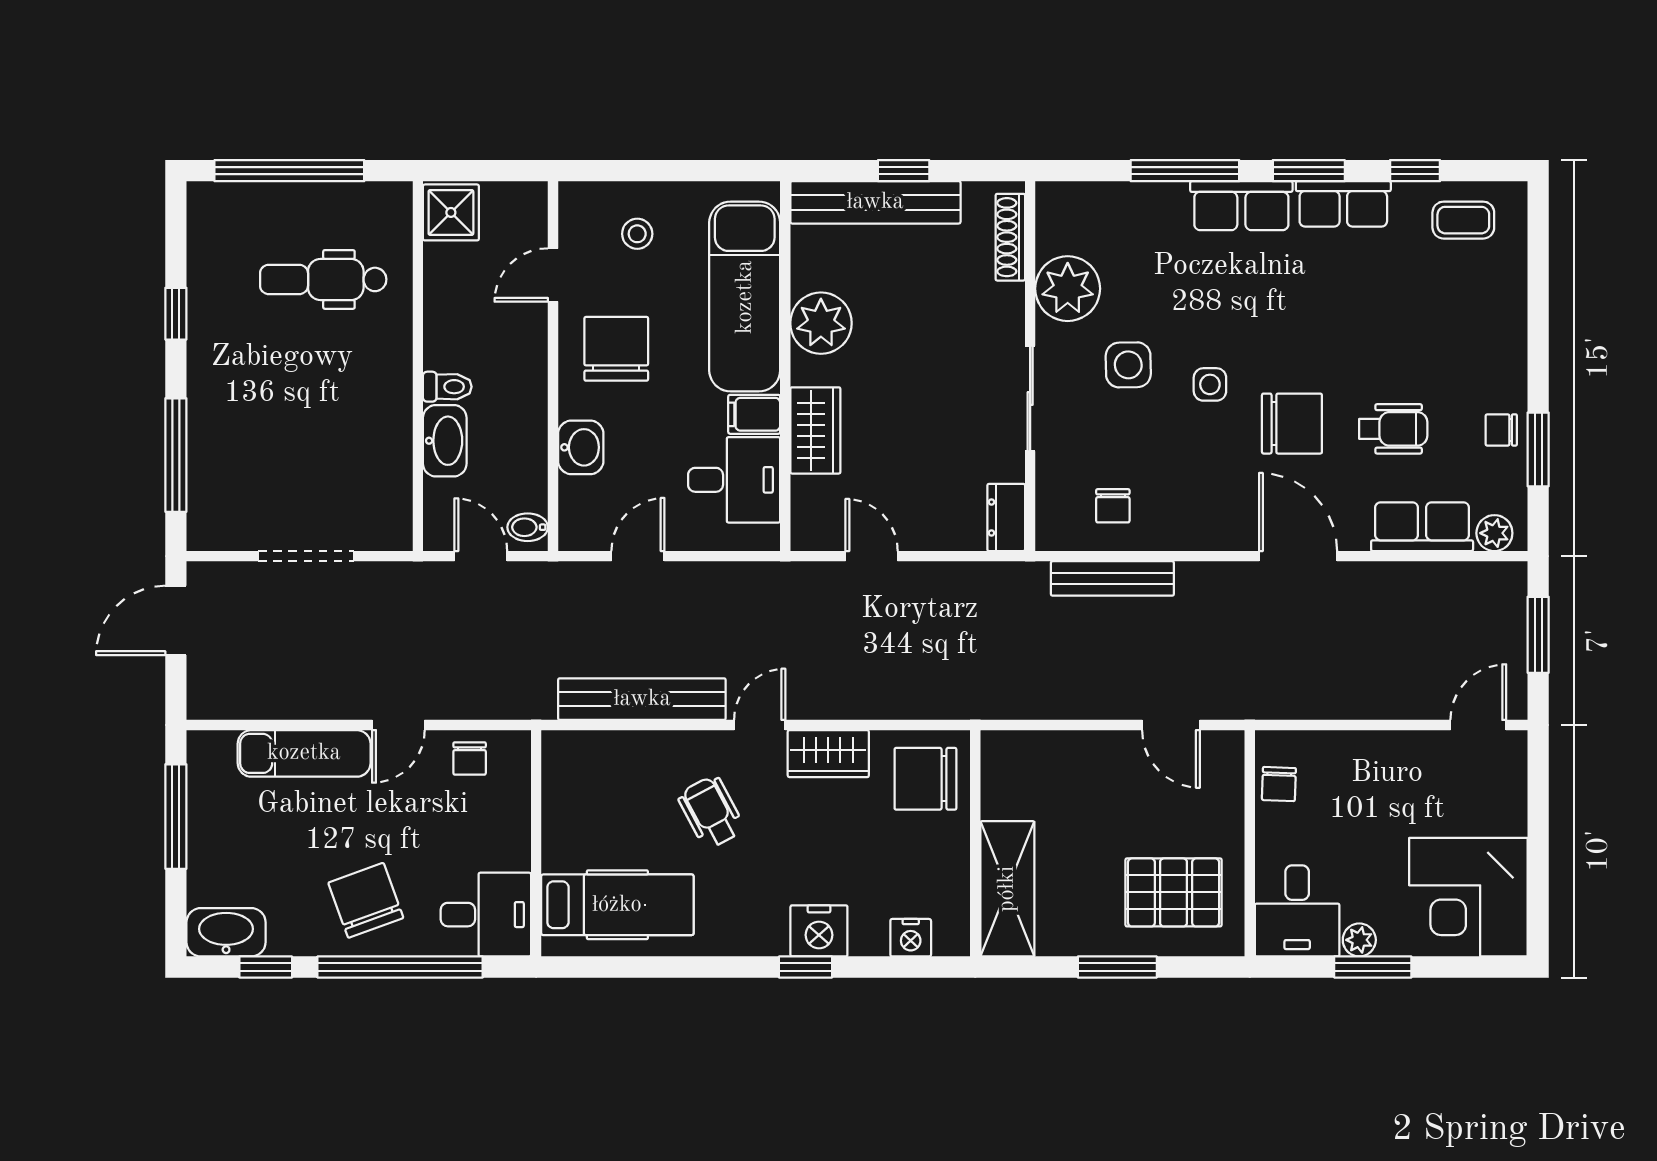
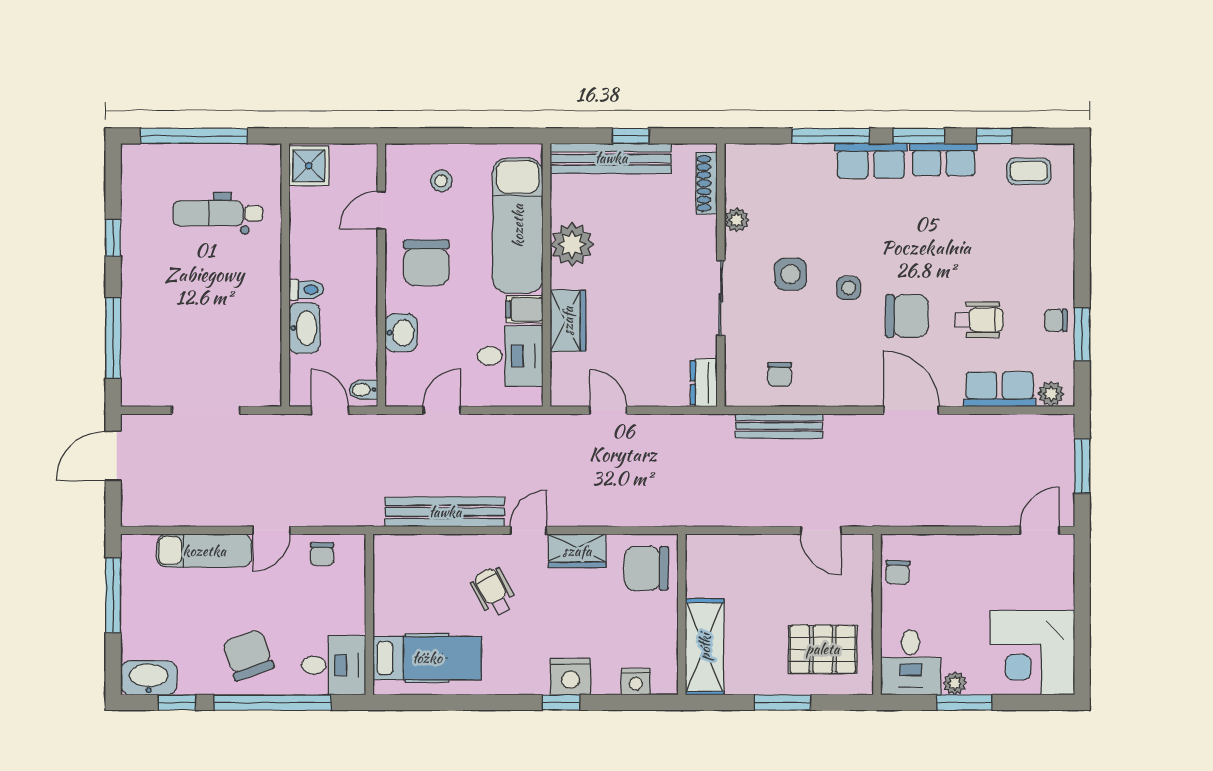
plant: (1068, 289) -> (737, 220), width x0.53, depth x0.53
chair: (616, 349) -> (426, 263), turned 180

